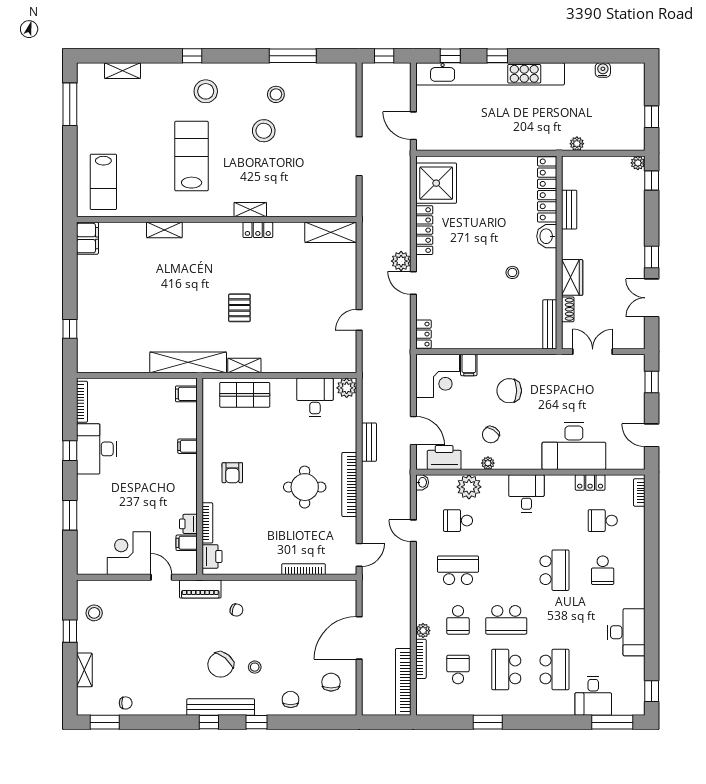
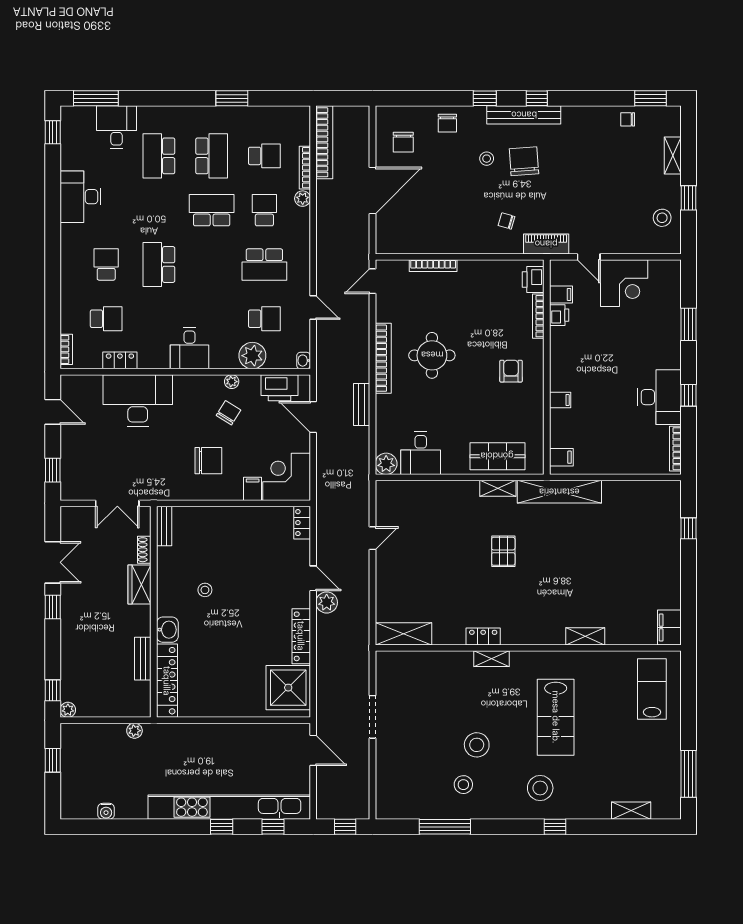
bench: (550, 324) -> (164, 526), width x0.73
chair: (221, 665) -> (524, 161), turned -44
school desk: (458, 670) -> (264, 156), turned -90

